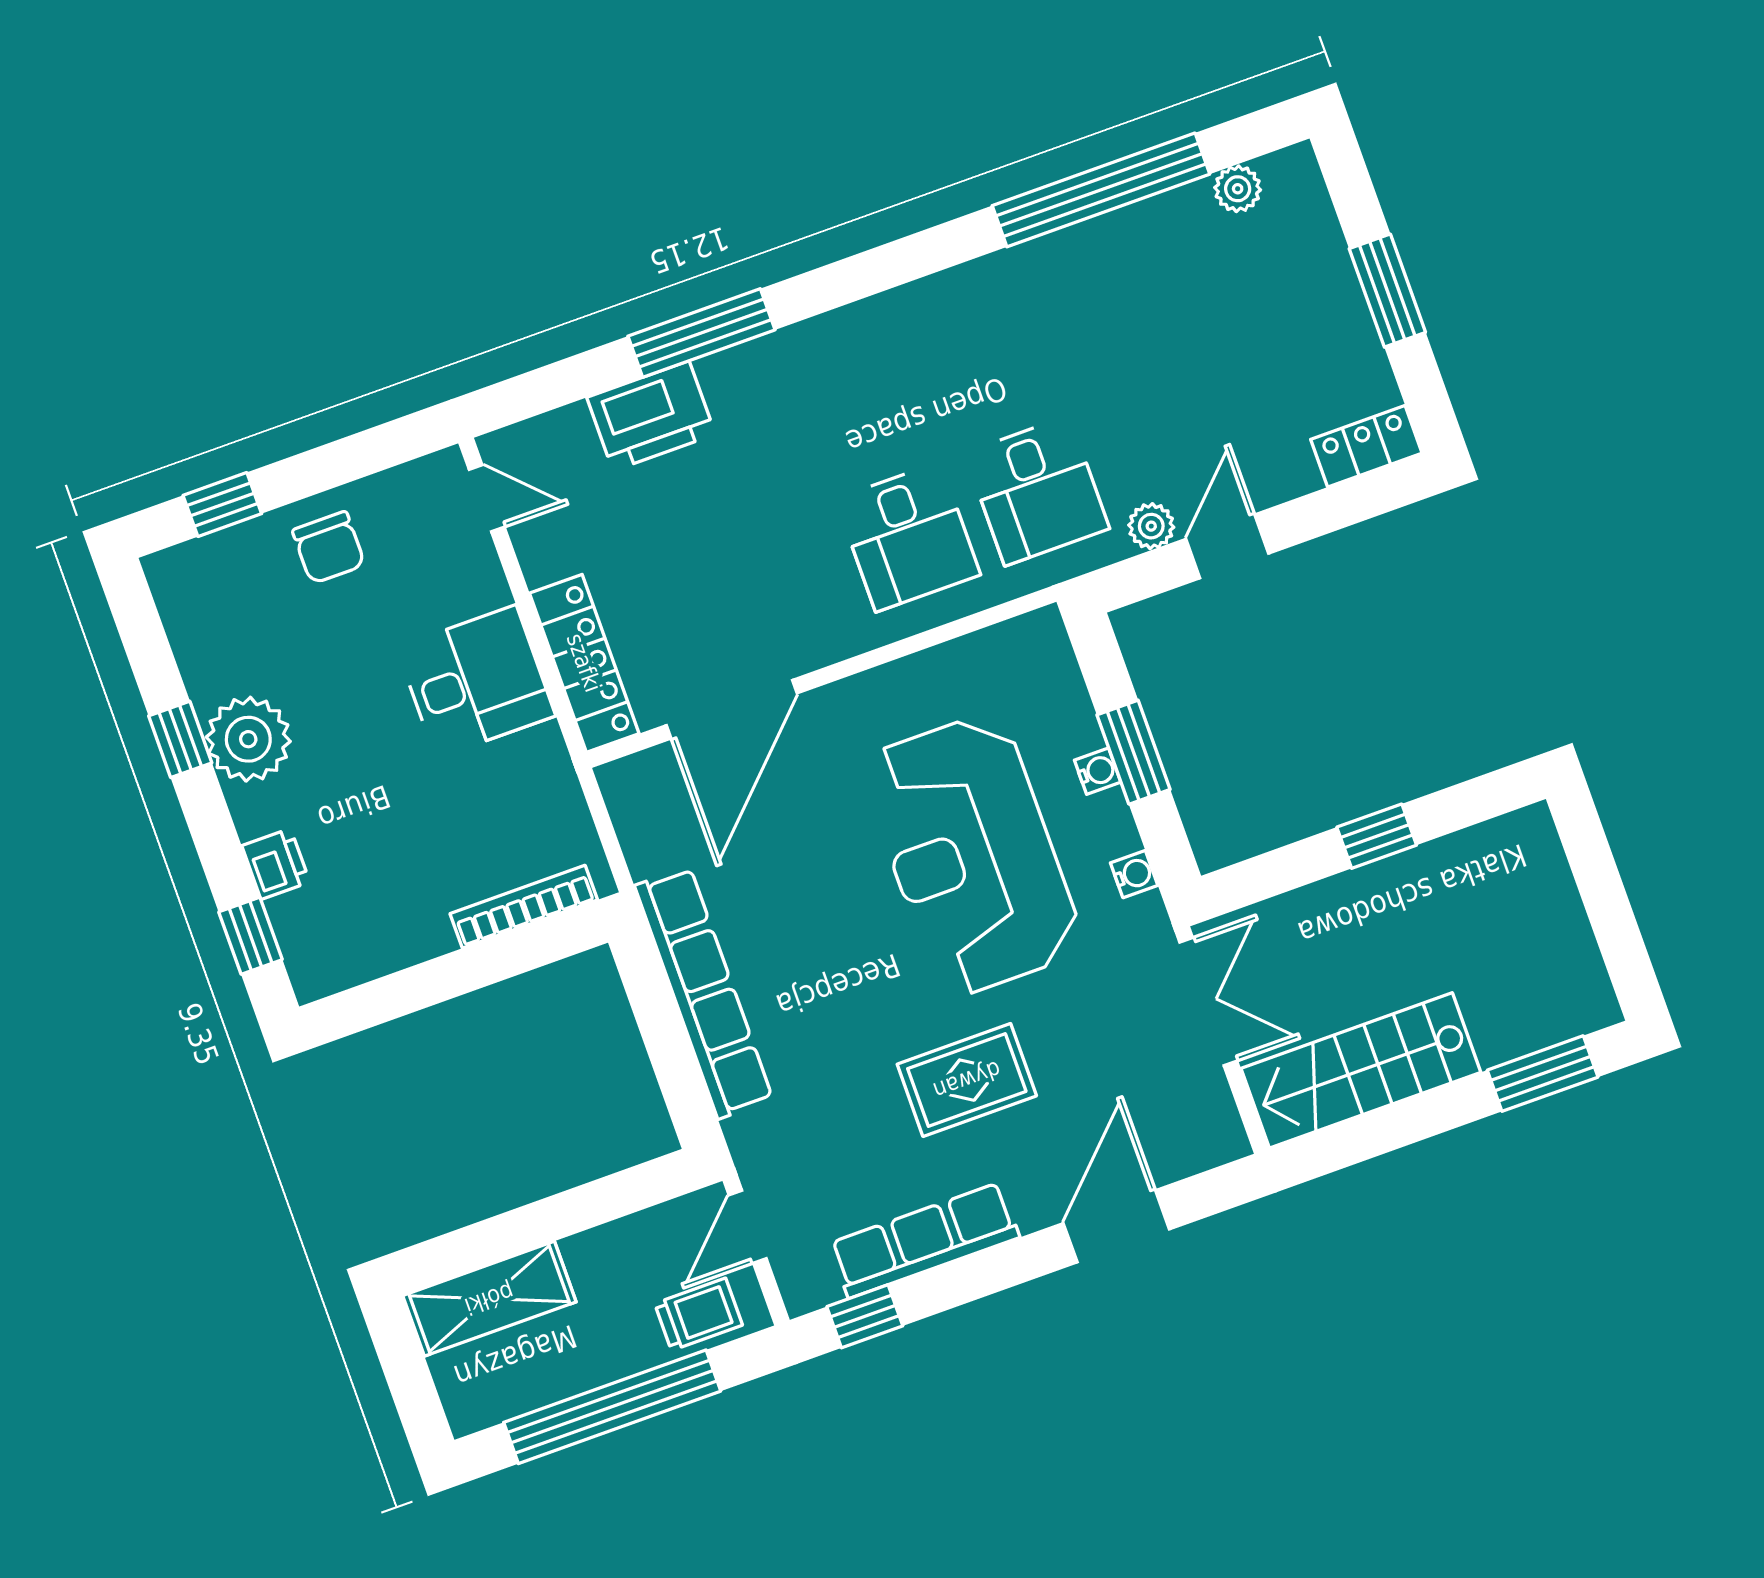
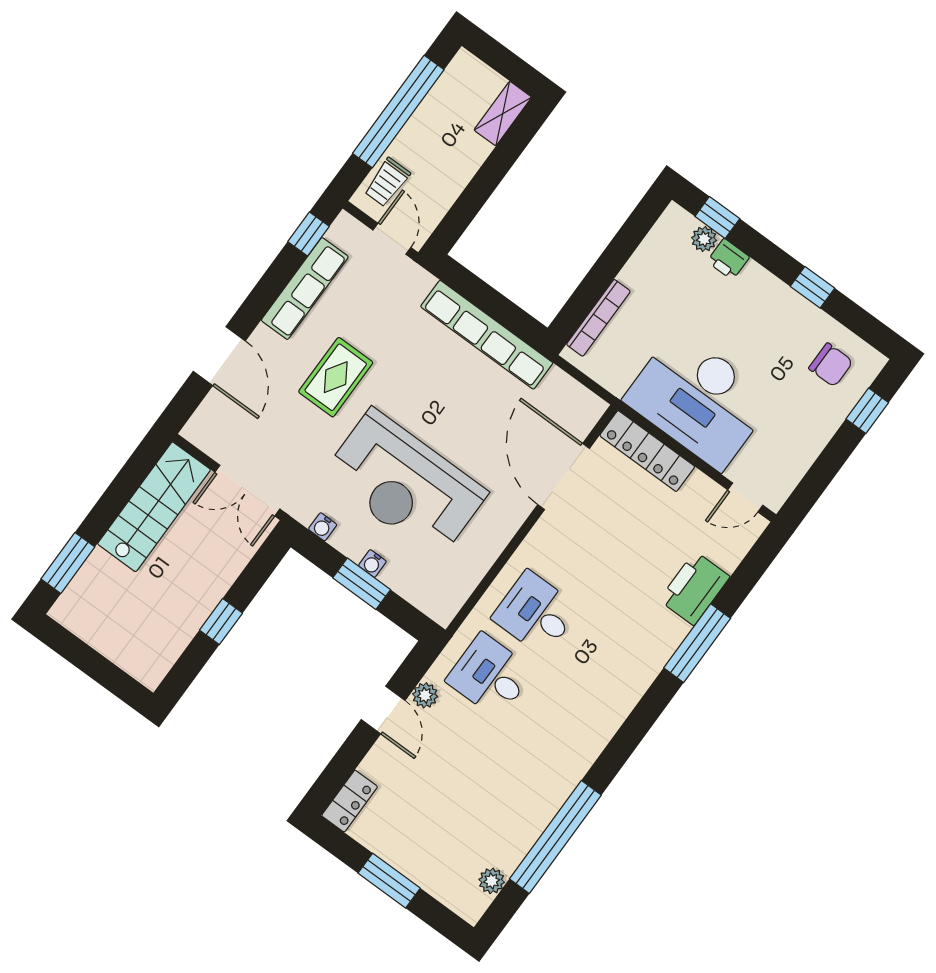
chair: (329, 548) -> (831, 365), moved, turned 180
desk: (476, 682) -> (699, 399), width x1.87, depth x1.30
plant: (248, 739) -> (704, 239), moved, width x0.53, depth x0.53
reception desk: (972, 855) -> (405, 484), turned 180
shelving: (489, 1299) -> (503, 114), width x0.67, depth x0.75

